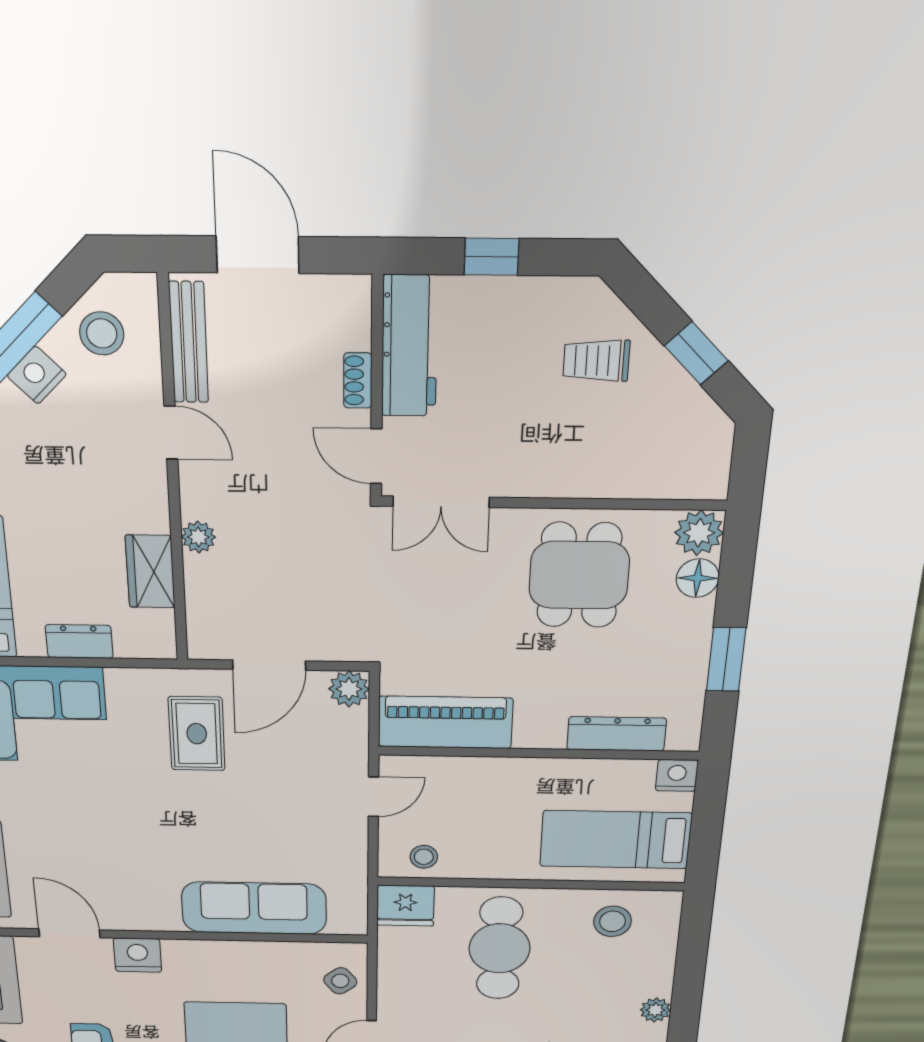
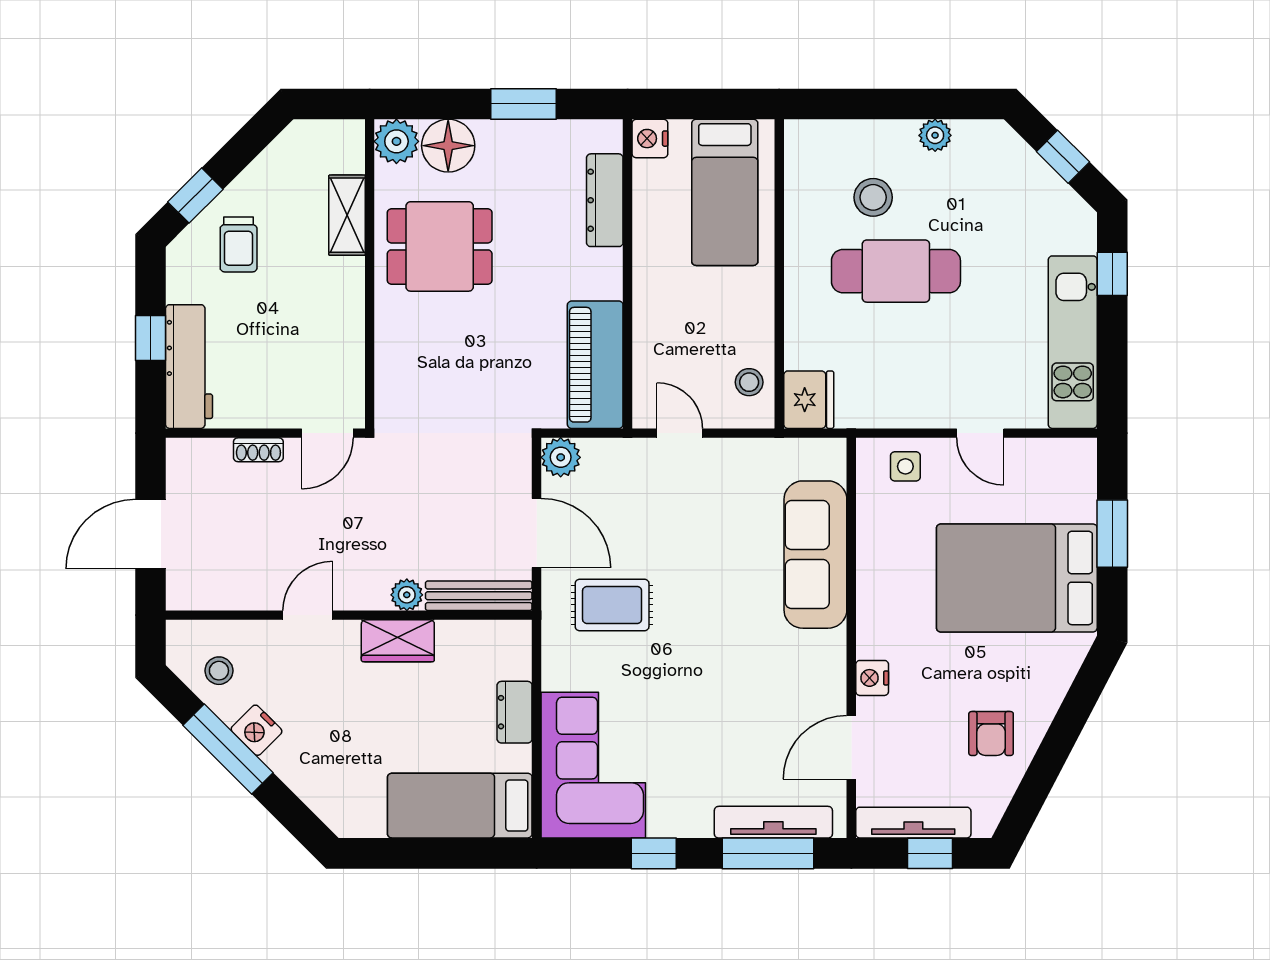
stool: (102, 333) -> (219, 671), width x0.73, depth x0.73
bench: (189, 343) -> (479, 596), moved
workbench: (410, 346) -> (189, 367), moved, turned 90
window: (696, 353) -> (195, 196), moved
shelving: (621, 480) -> (347, 215), added
double door: (441, 502) -> (370, 375), removed
wardrobe: (150, 572) -> (398, 641), moved
floor lamp: (698, 578) -> (448, 146), width x1.38, depth x1.38
stool: (612, 921) -> (873, 197), moved
cafe table: (500, 948) -> (896, 271), moved
nightstand: (138, 955) -> (872, 678), width x0.74, depth x0.75
side table: (340, 981) -> (905, 466), turned 38

